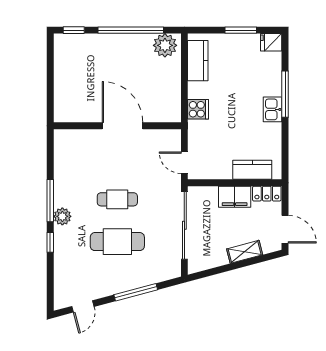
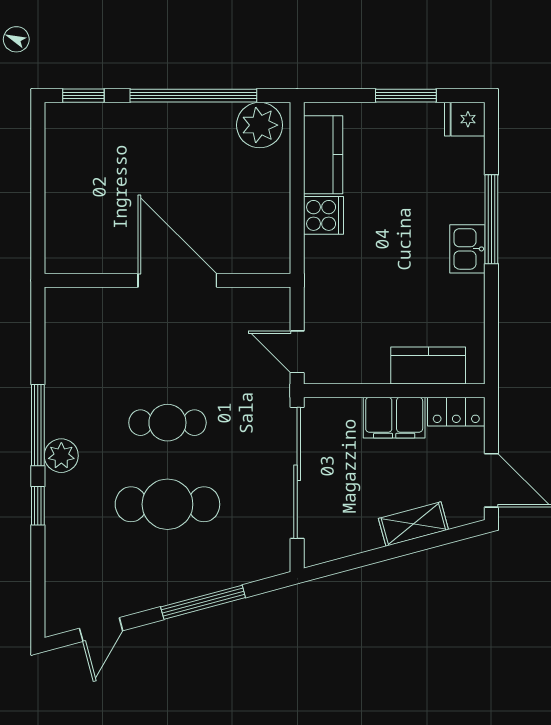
cooker: (198, 109) -> (324, 215), moved

